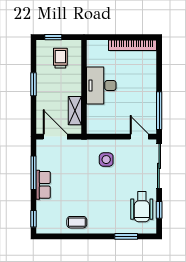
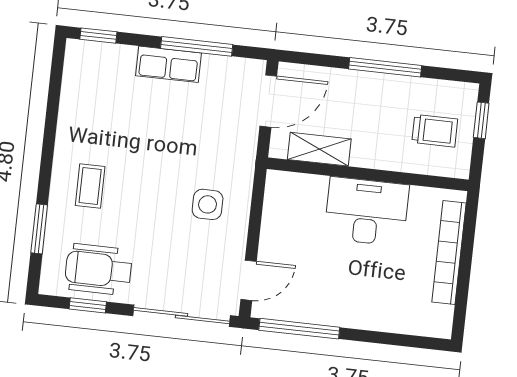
bookcase: (132, 45) -> (449, 253), moved
window: (33, 84) -> (385, 67), width x1.44
coffee table: (77, 222) -> (90, 186), moved

